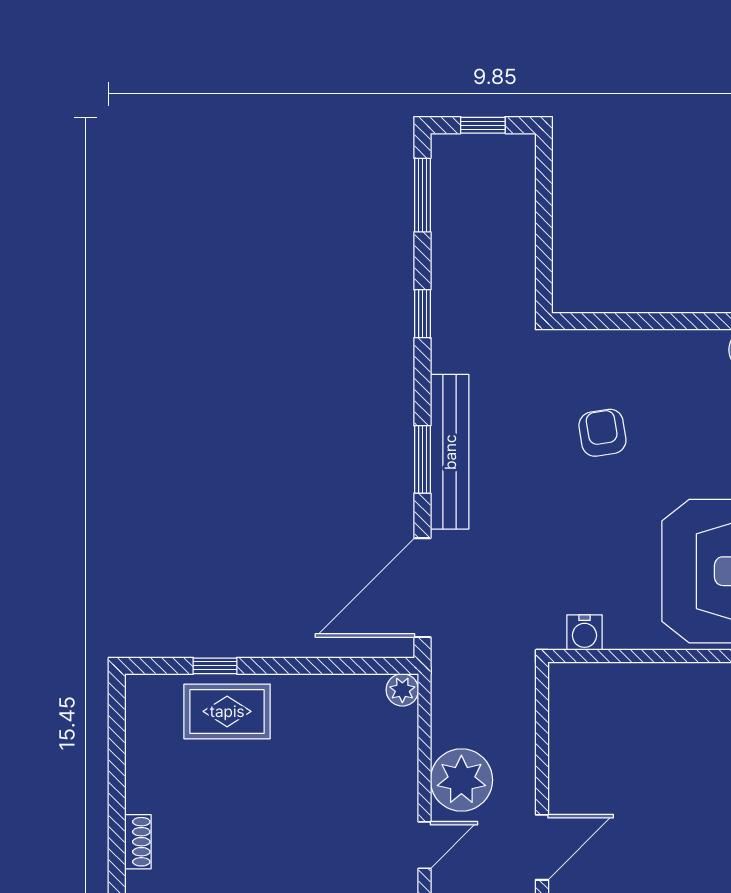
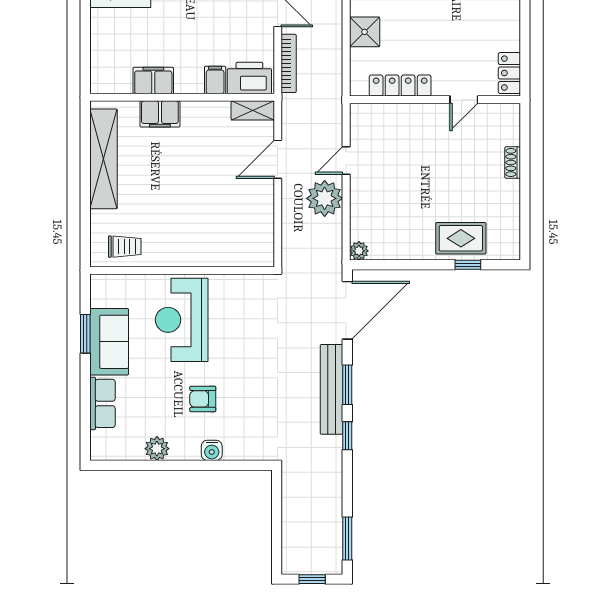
window: (422, 314) -> (347, 436), moved
armchair: (602, 433) -> (203, 399), moved, turned 99
water cooler: (584, 632) -> (212, 450), moved, turned 180

